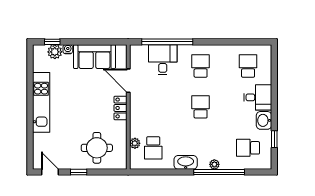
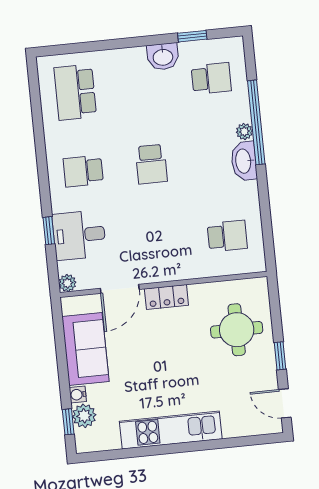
window: (167, 42) -> (49, 231), width x0.32
school desk: (248, 66) -> (75, 92), width x1.85
desk: (258, 97) -> (126, 71), removed
school desk: (201, 107) -> (151, 164), turned -90
plant: (135, 143) -> (67, 283), moved
school desk: (248, 148) -> (211, 78), turned -90
washbasin: (186, 162) -> (244, 161), moved
door: (50, 172) -> (285, 403), hinge flipped

